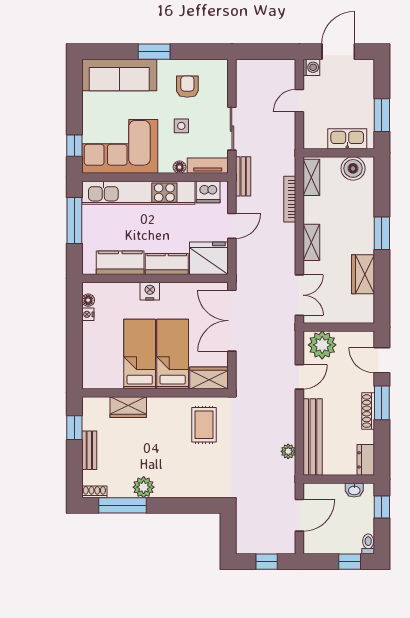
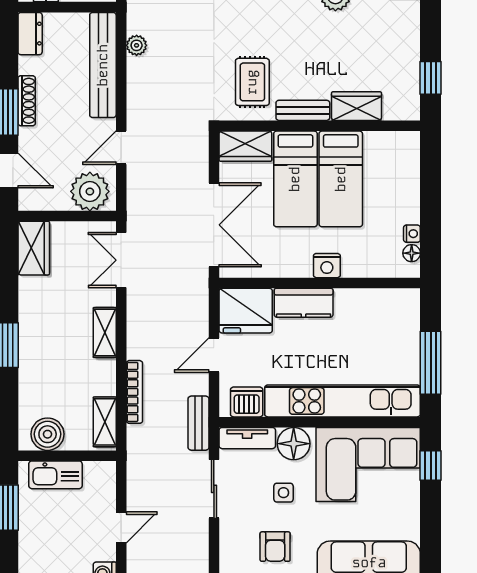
floor lamp: (179, 167) -> (294, 444), width x1.89, depth x1.89
kitchen counter: (120, 263) -> (368, 304), removed
wardrobe: (363, 274) -> (34, 248), moved
bench: (89, 450) -> (303, 110), moved, turned 90

